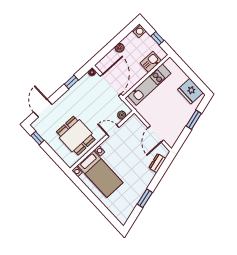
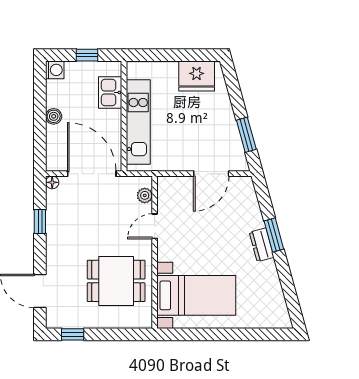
window: (194, 120) -> (246, 135), moved
door: (156, 134) -> (211, 174), hinge flipped
dresser: (157, 163) -> (262, 245), moved
window: (145, 198) -> (274, 235), moved

